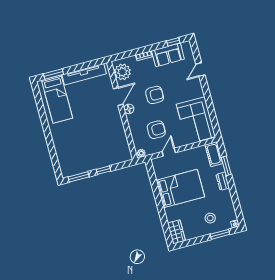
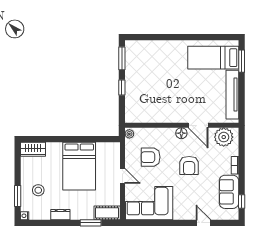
armchair: (156, 130) -> (151, 157), turned 90
door: (169, 152) -> (122, 176), moved
dresser: (223, 181) -> (60, 215), moved

